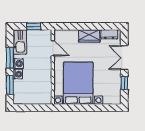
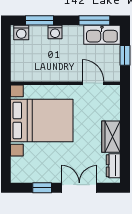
door: (53, 48) -> (93, 83), swing flipped
window: (10, 58) -> (94, 20), moved
washing machine: (18, 64) -> (21, 33), moved

